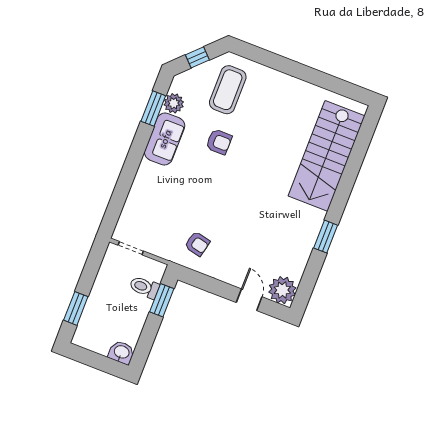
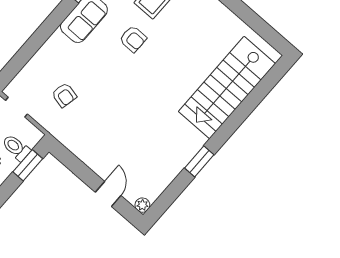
armchair: (197, 244) -> (64, 95), moved
plant: (282, 290) -> (142, 205), width x0.53, depth x0.53

